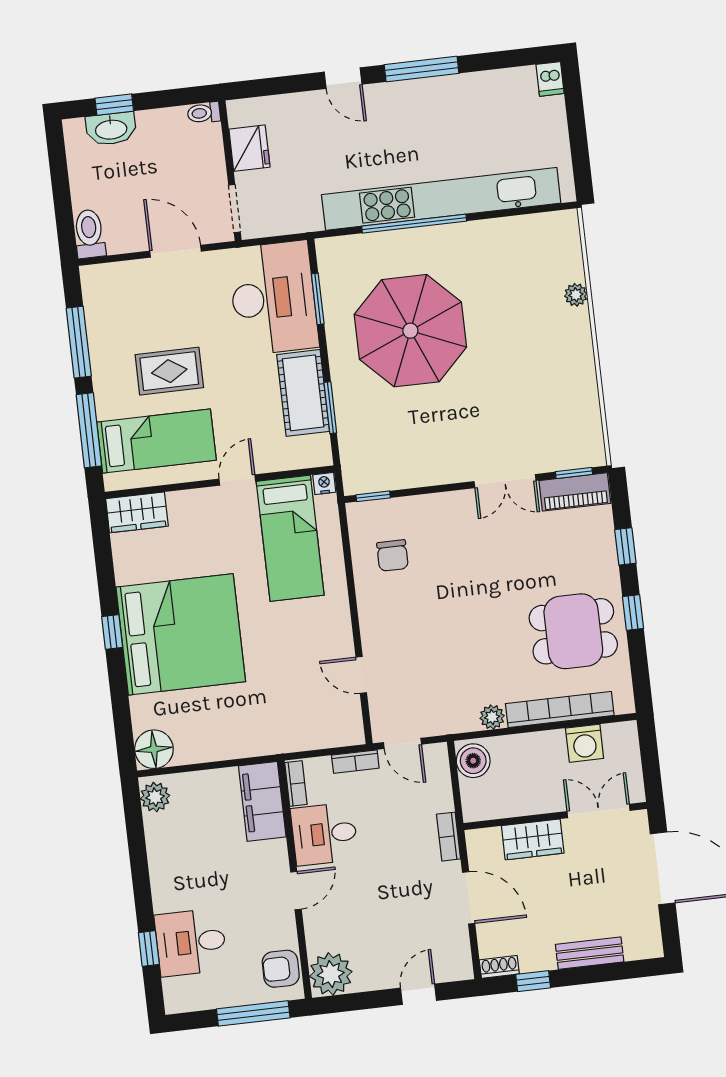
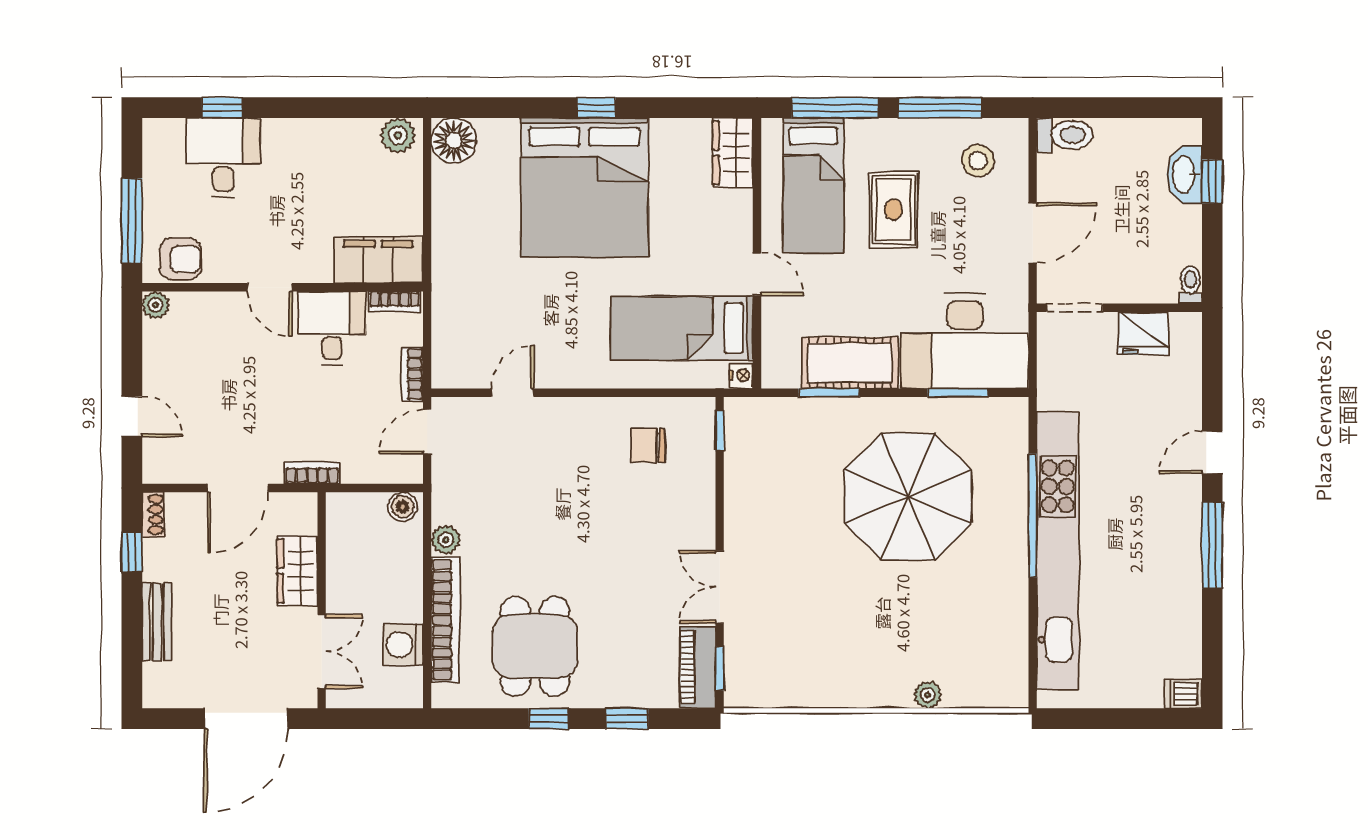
stool: (120, 304) -> (978, 161), added
boiler: (473, 761) -> (403, 507), width x0.73, depth x0.73
armchair: (281, 969) -> (180, 259), turned 90
plant: (331, 974) -> (156, 305), width x0.53, depth x0.53

